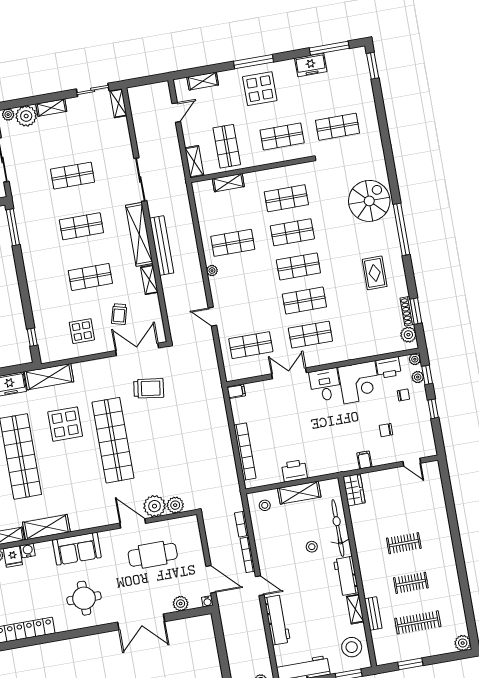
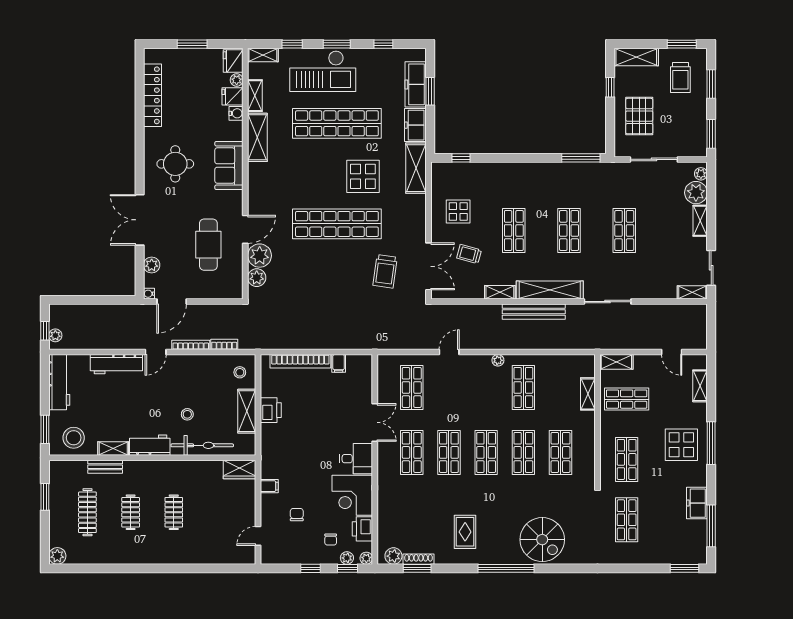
rug: (375, 273) -> (465, 532), turned 90
filing cabinet: (236, 391) -> (339, 363), moved

